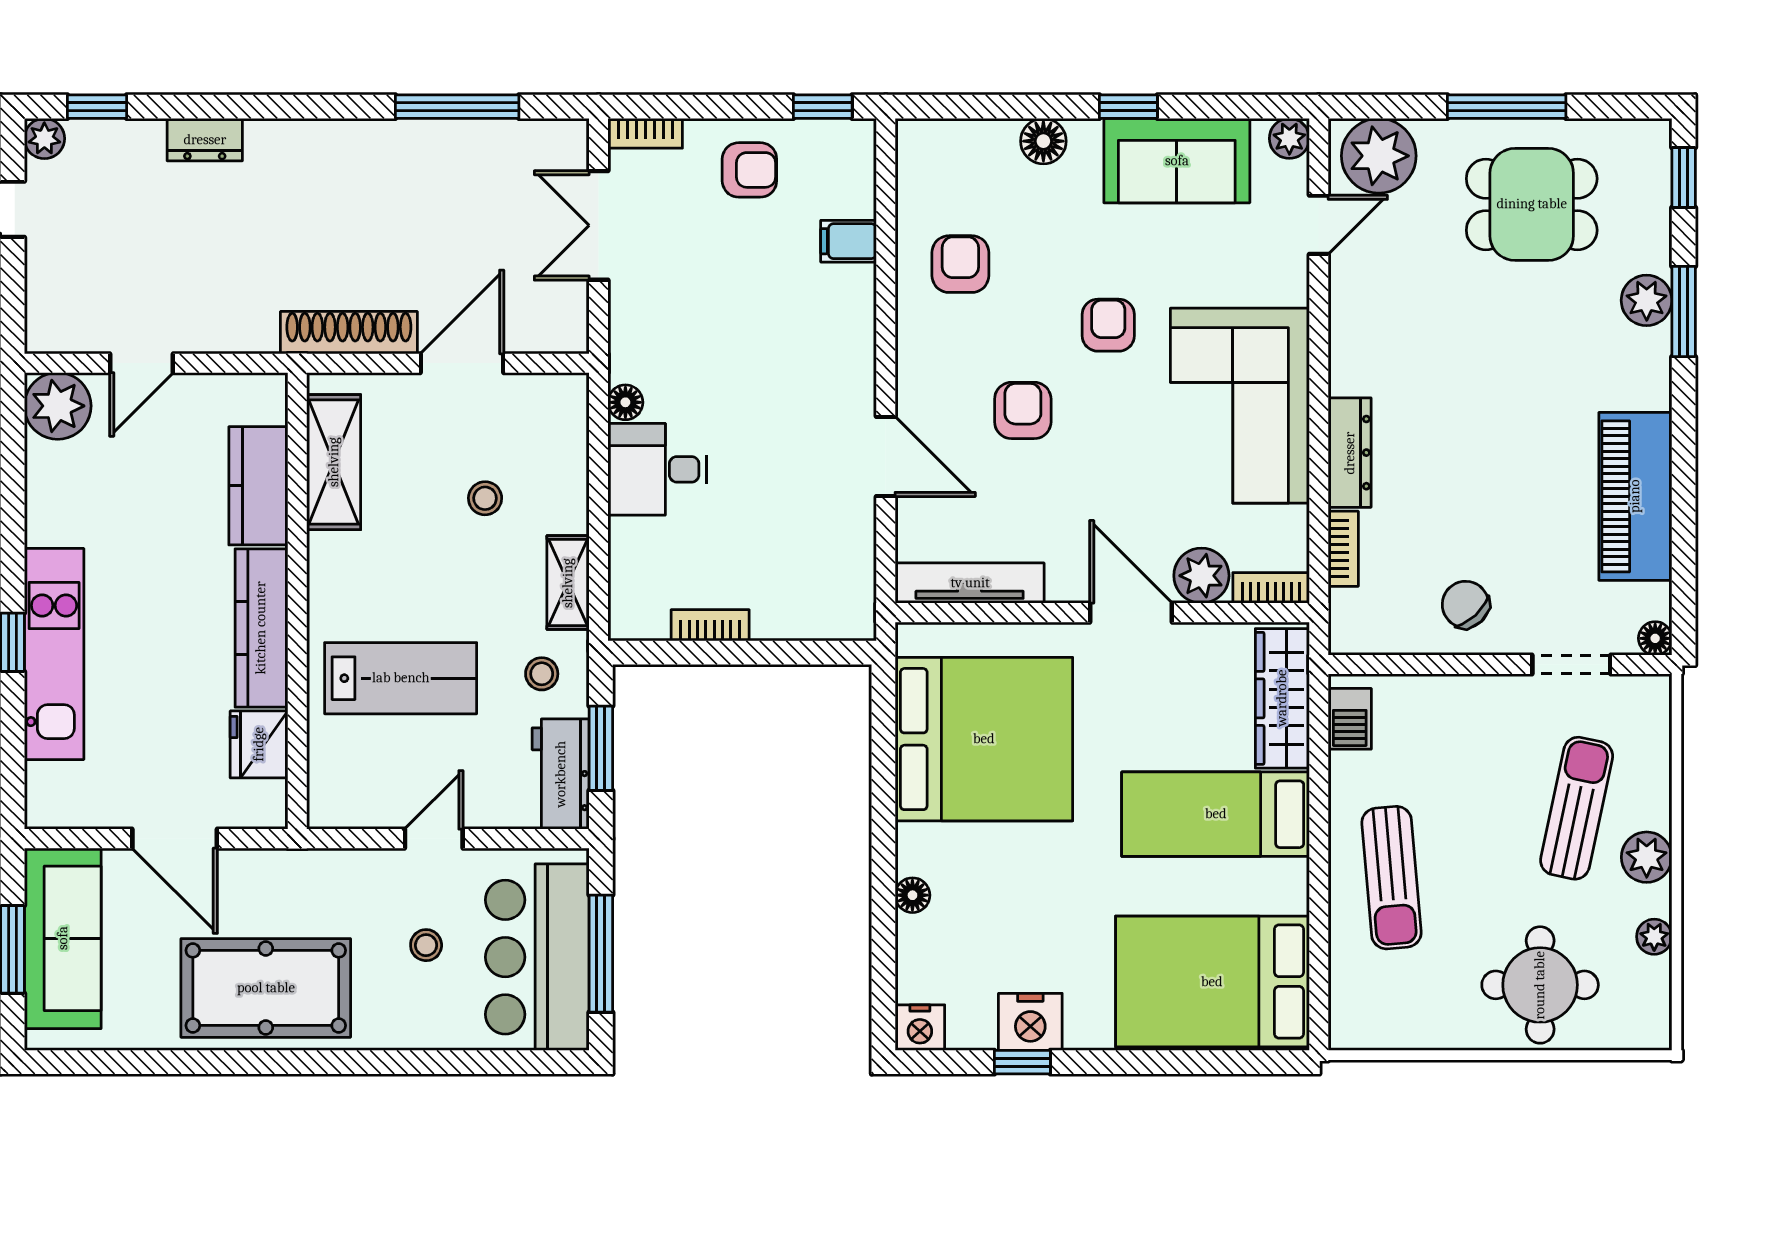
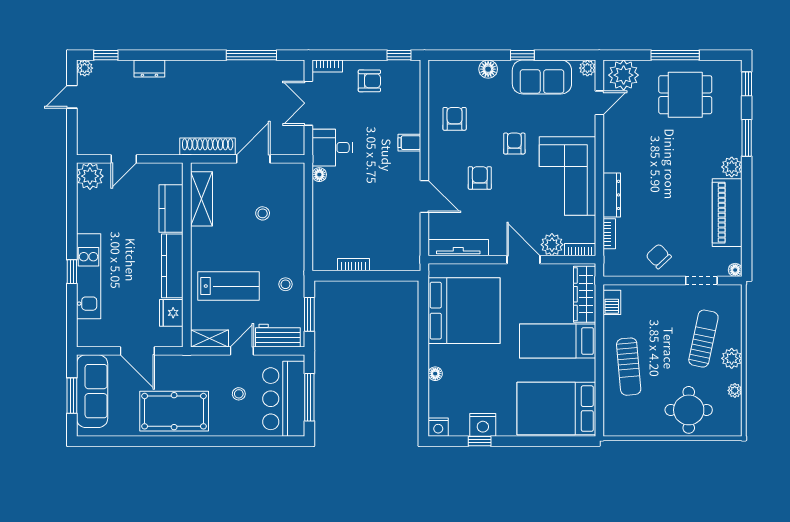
filing cabinet: (848, 241) -> (409, 143), moved
plant: (1647, 300) -> (732, 167), moved
desk: (657, 469) -> (332, 148), moved
shelving: (568, 583) -> (210, 339), moved, turned 90
workbench: (561, 774) -> (278, 336), moved, turned 90

